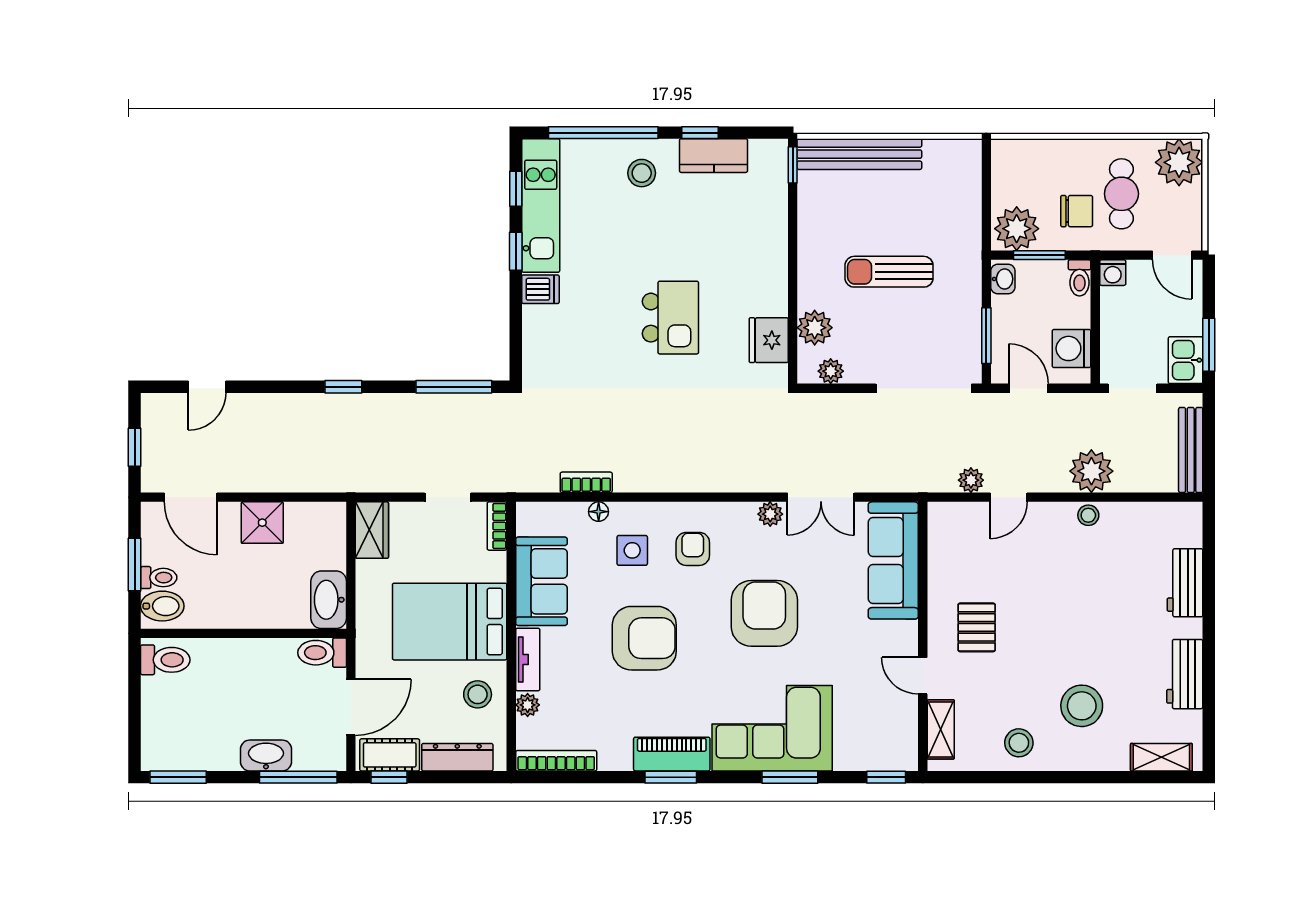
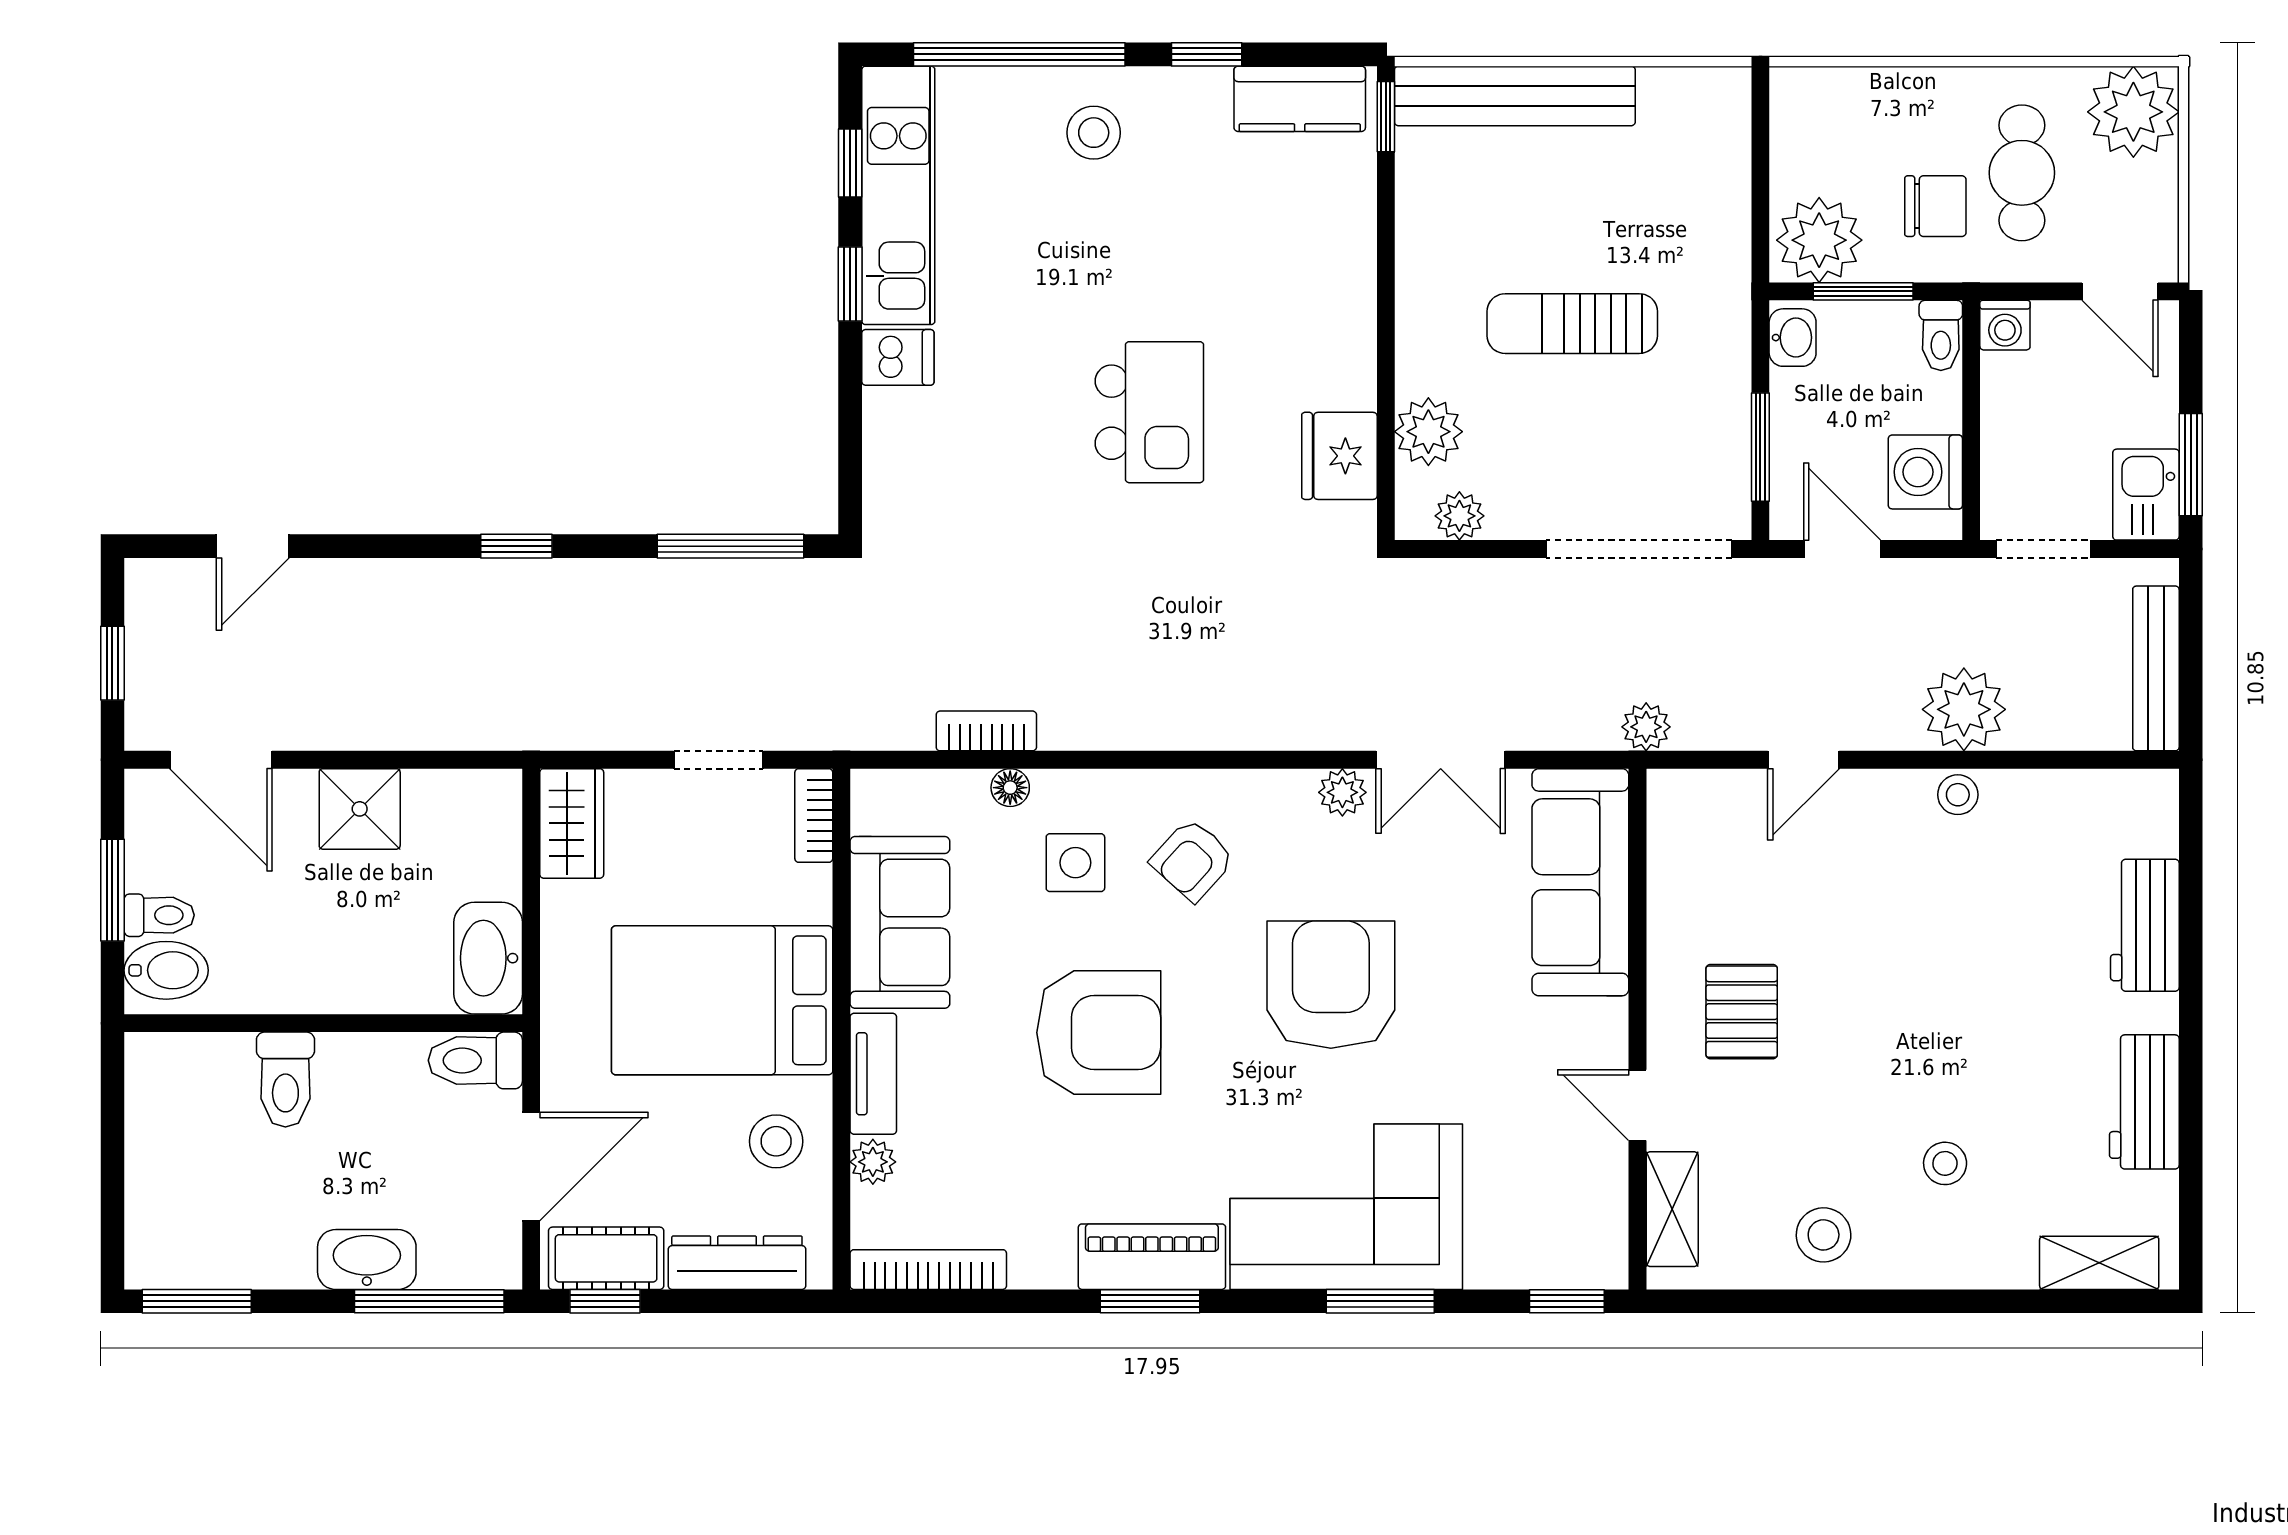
kitchen counter: (714, 156) -> (1300, 99), moved
plant: (971, 480) -> (1646, 727), moved
armchair: (693, 549) -> (1193, 860), turned -138
toilet: (165, 660) -> (285, 1080), moved, turned 90
stool: (1082, 706) -> (1945, 1163), width x0.53, depth x0.53

